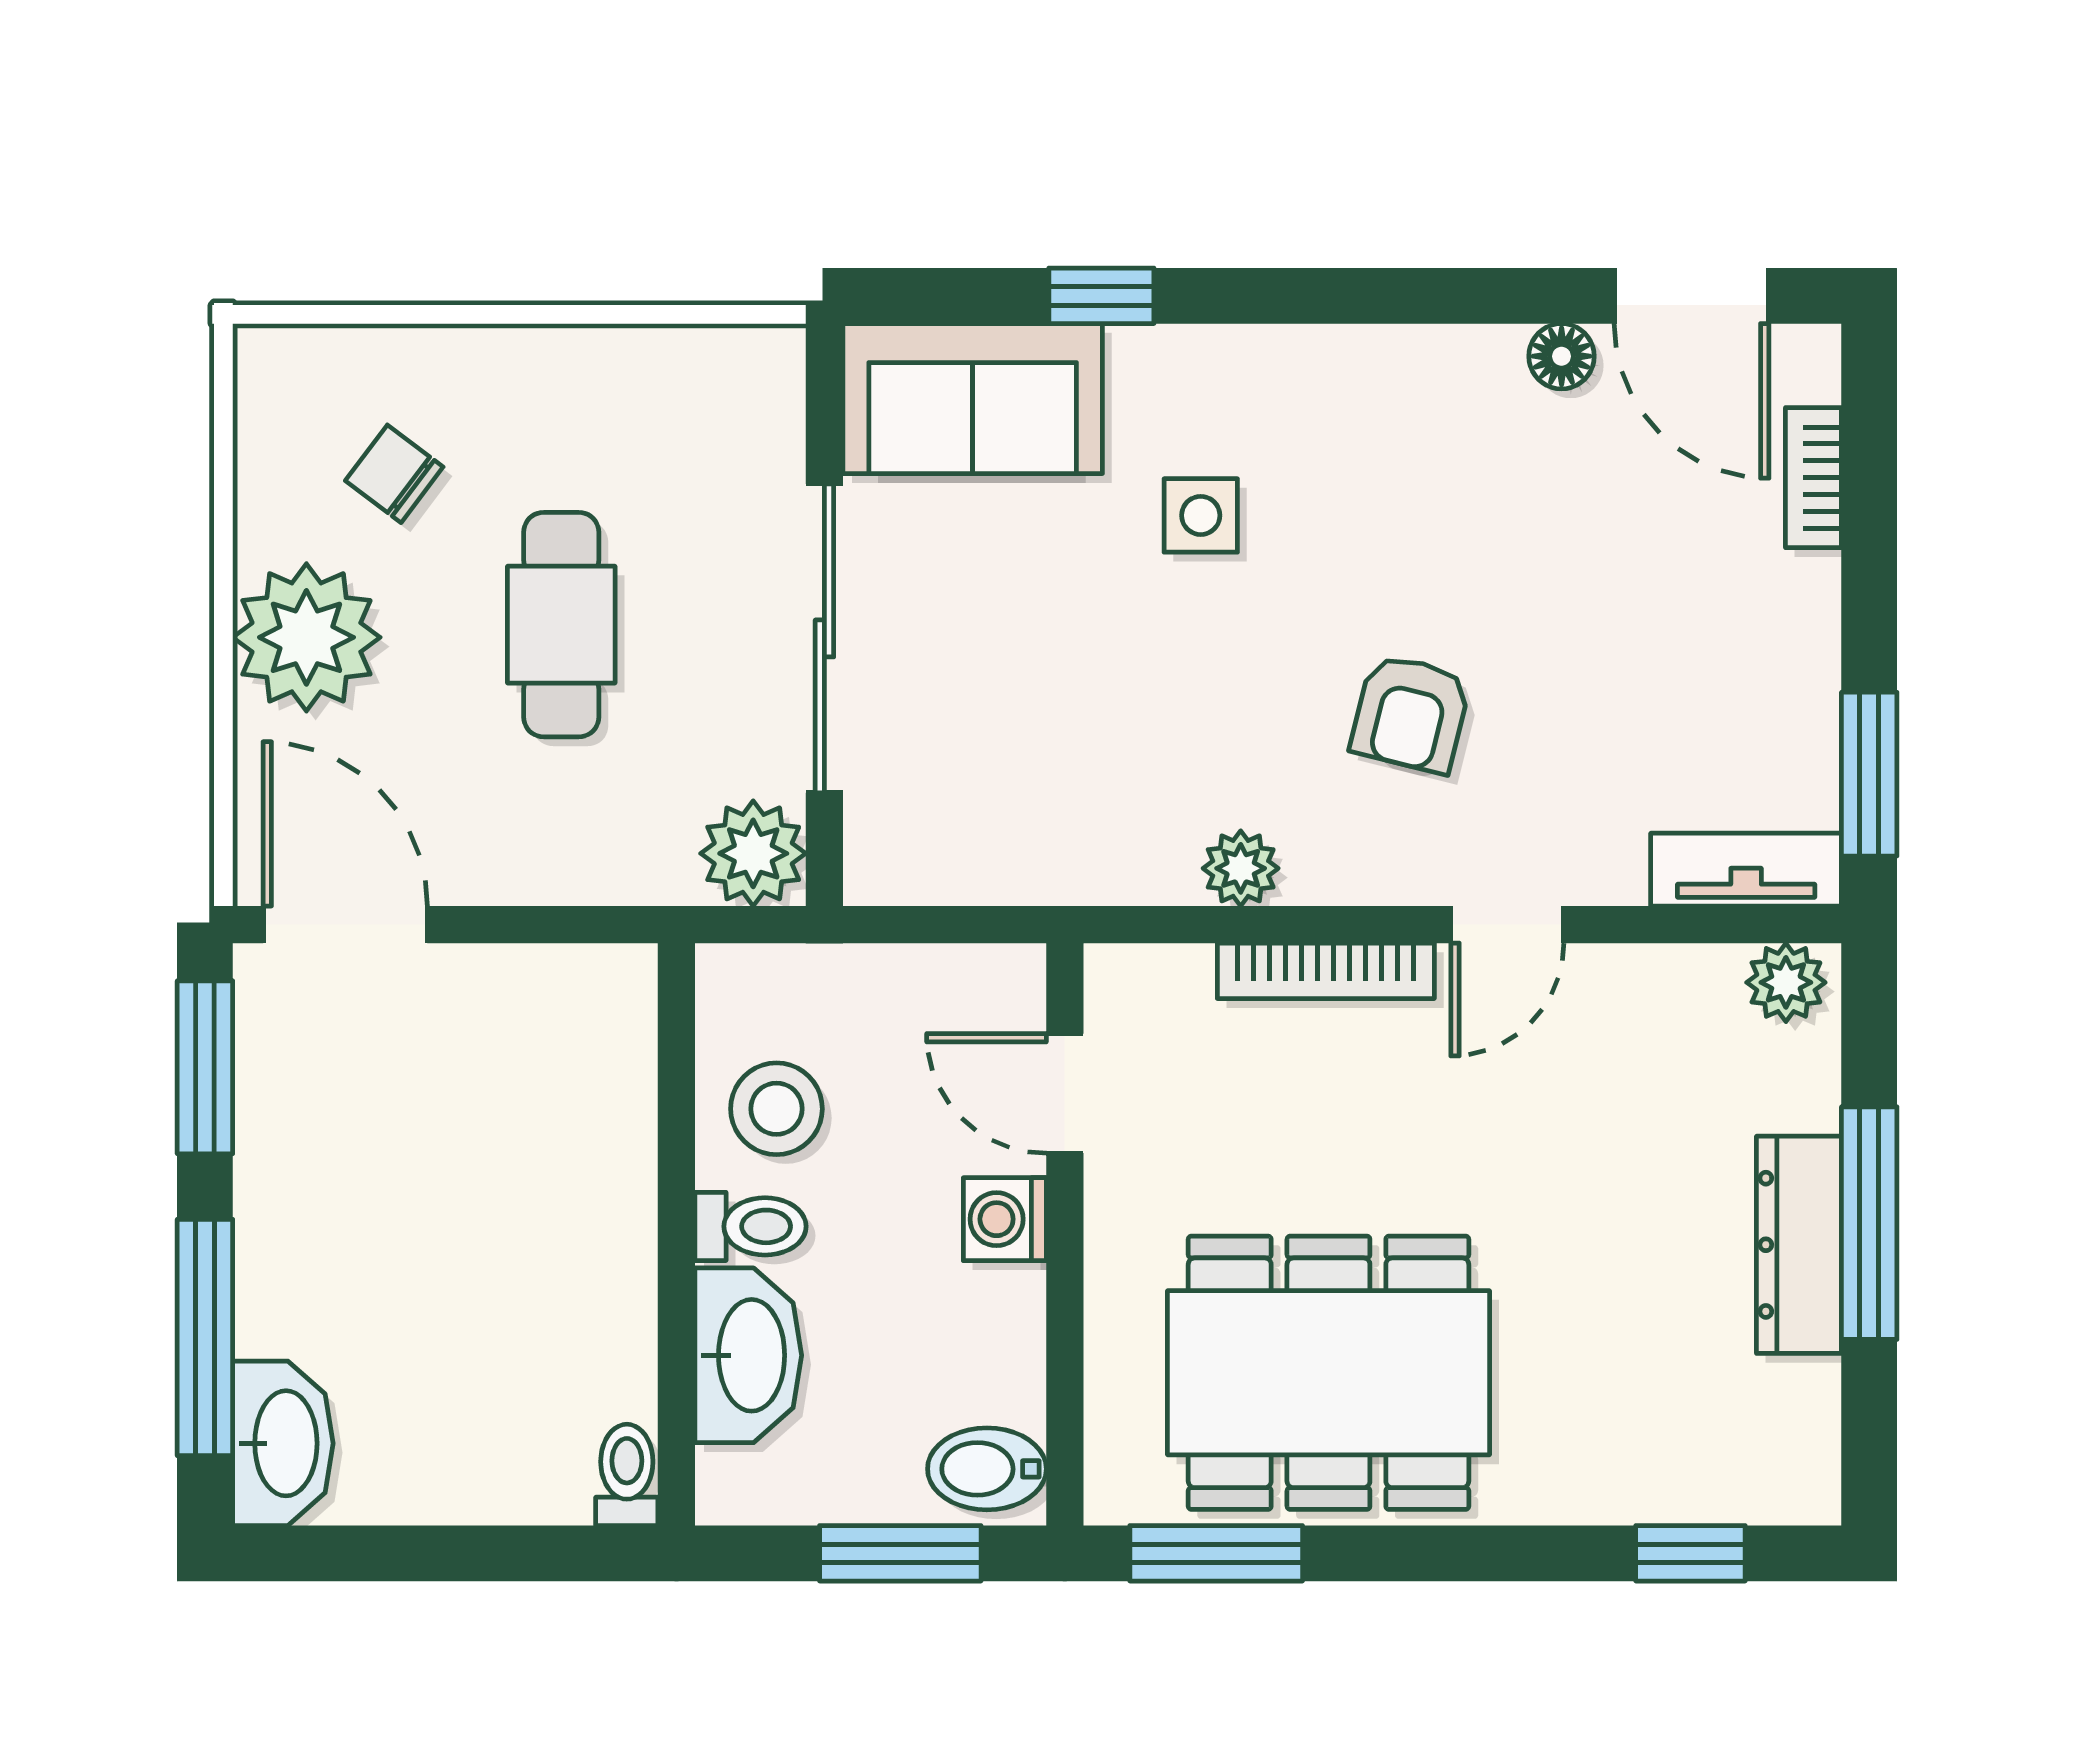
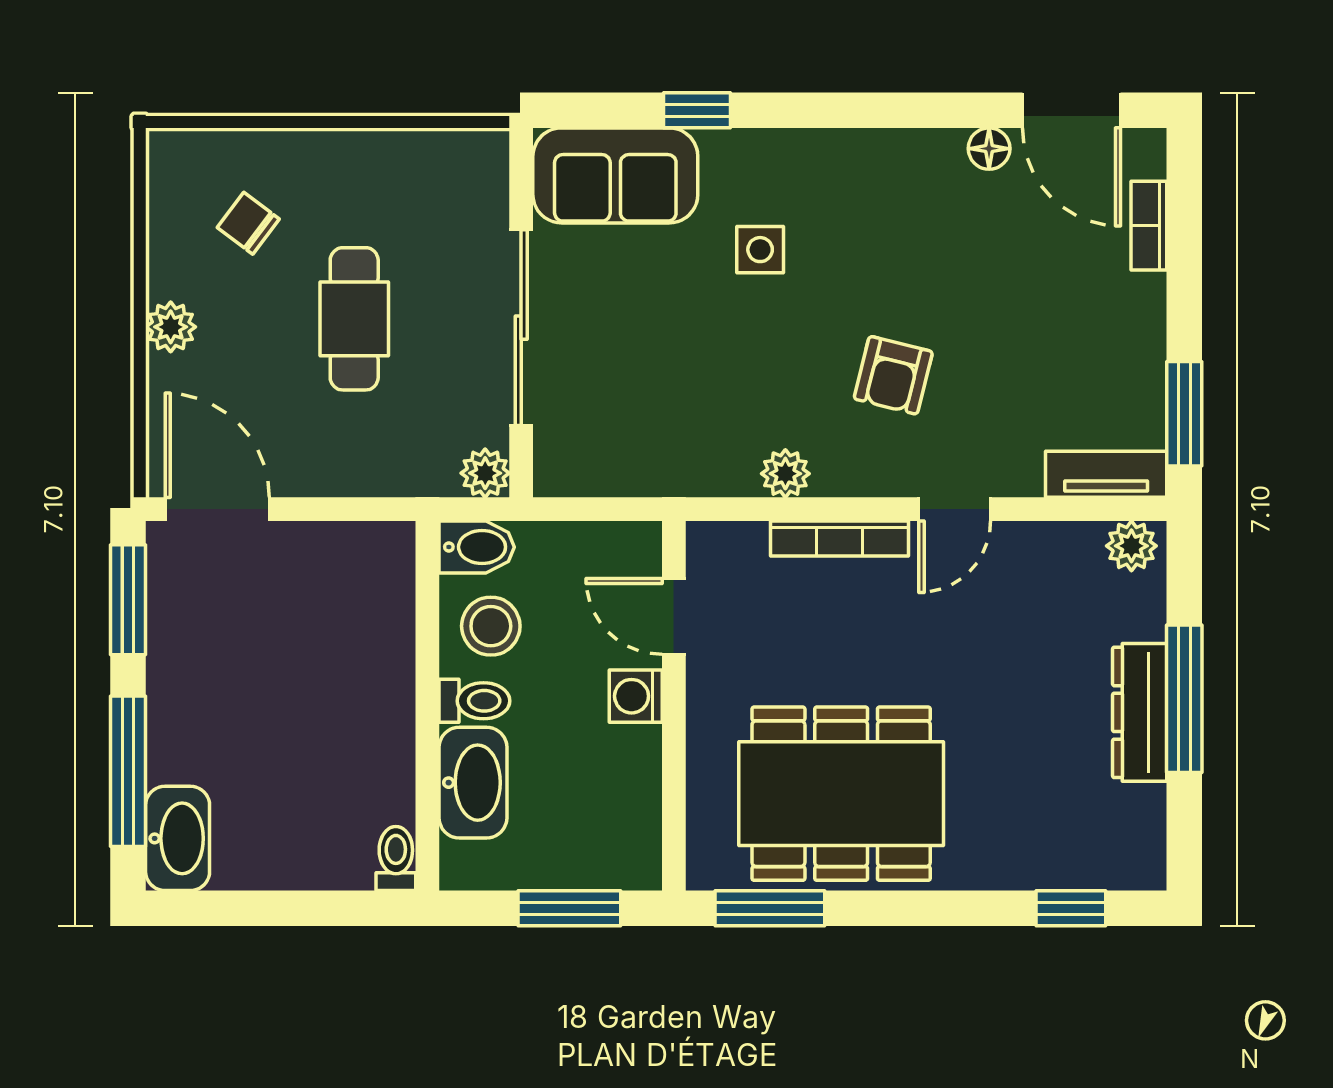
plant: (306, 637) -> (171, 327), width x0.53, depth x0.53
plant: (753, 853) -> (485, 473), width x0.73, depth x0.73
bidet: (987, 1469) -> (477, 547), moved, turned 180

